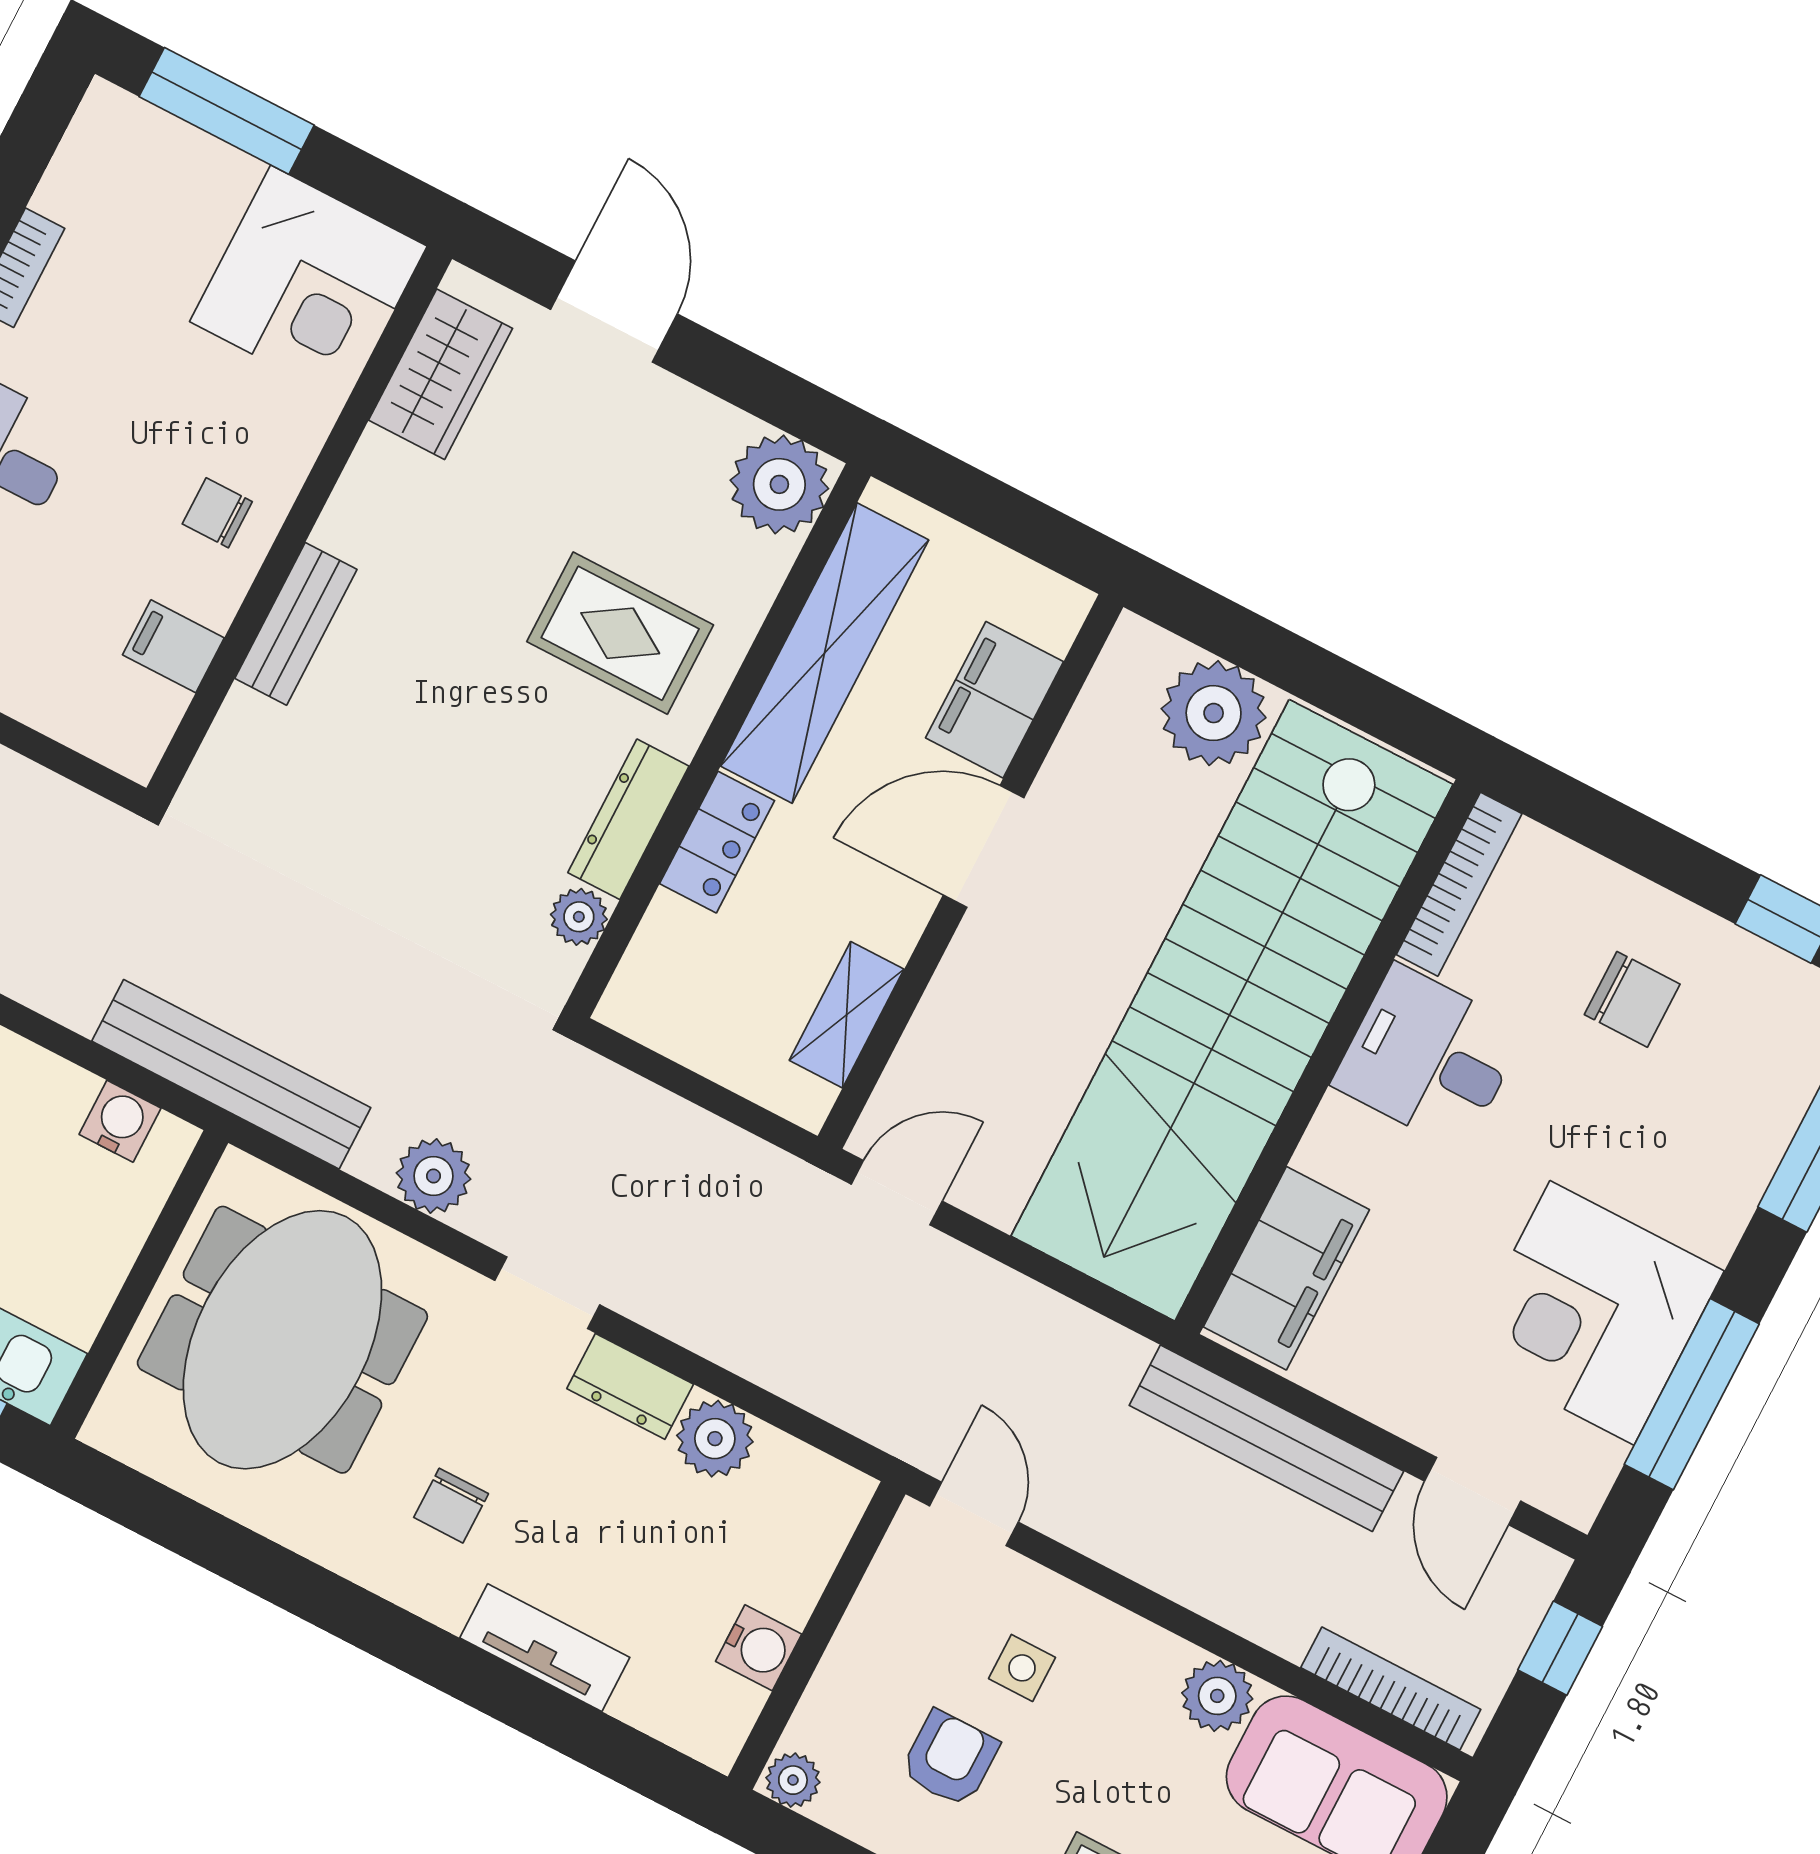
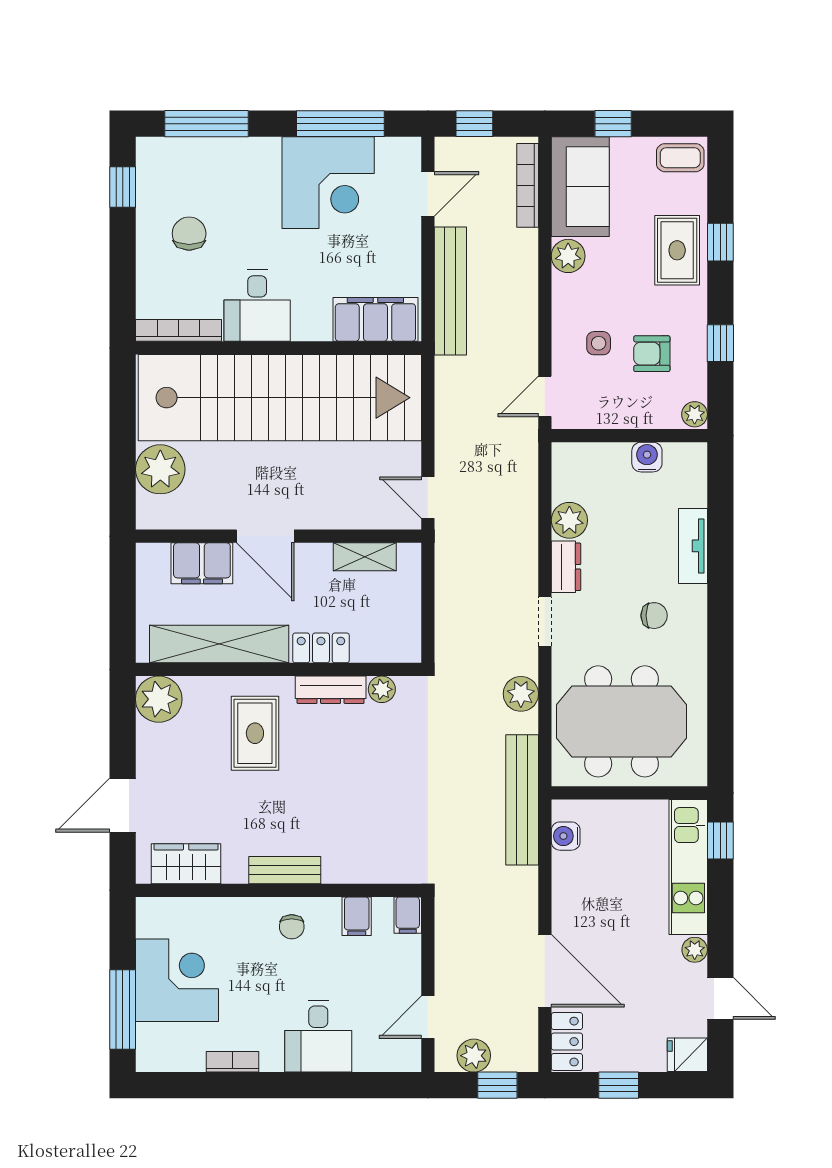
corner desk: (308, 284) -> (177, 980), moved
bench: (296, 624) -> (285, 870), moved
filing cabinet: (125, 744) -> (408, 915), added

